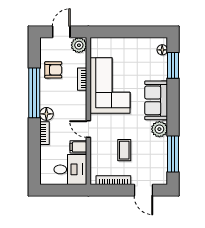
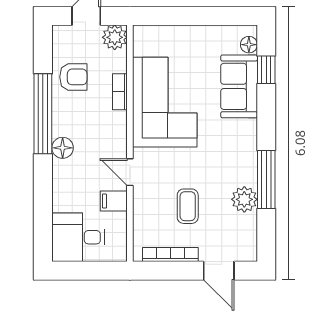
window: (173, 65) -> (266, 70), width x0.67
sofa: (156, 100) -> (239, 86), moved
plant: (159, 129) -> (244, 199), moved
bookcase: (44, 133) -> (59, 179), removed
window: (173, 154) -> (266, 179), moved
desk: (70, 169) -> (78, 237), moved, turned 180

